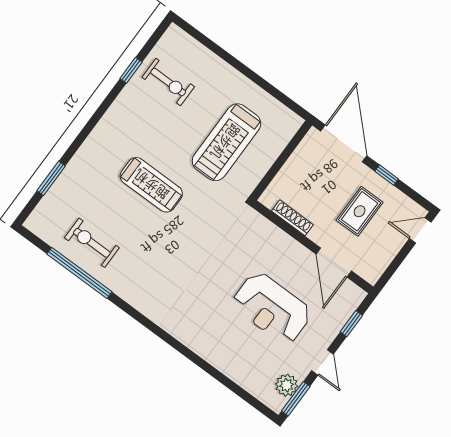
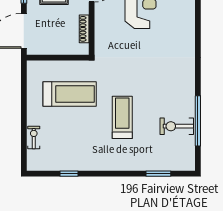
exercise bike: (168, 82) -> (34, 138), moved, width x0.73, depth x0.72
exercise bike: (92, 243) -> (177, 126), turned 90

